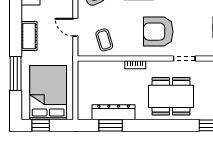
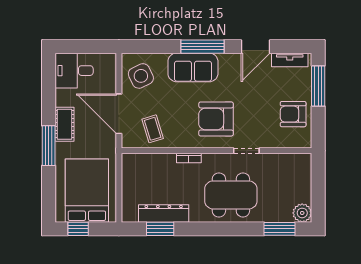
door: (75, 27) -> (119, 114), width x1.88
window: (16, 73) -> (49, 146), moved

